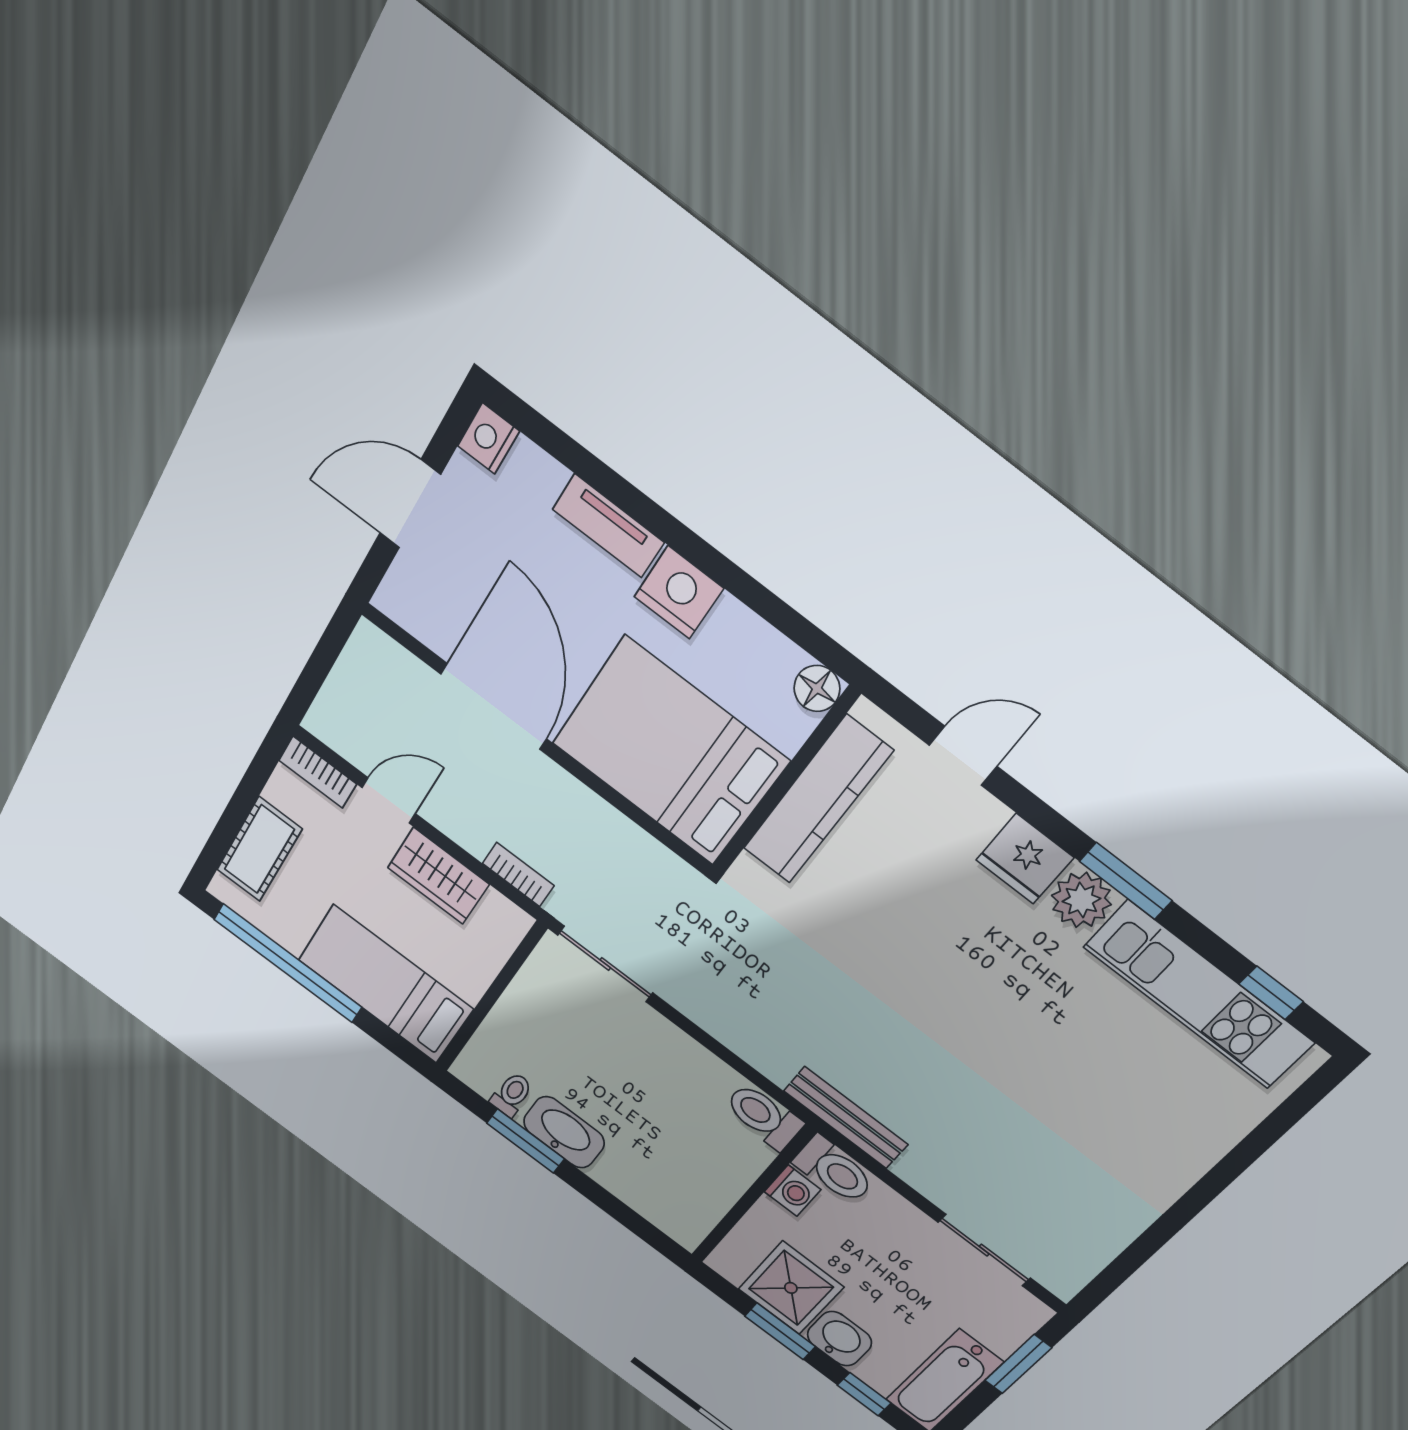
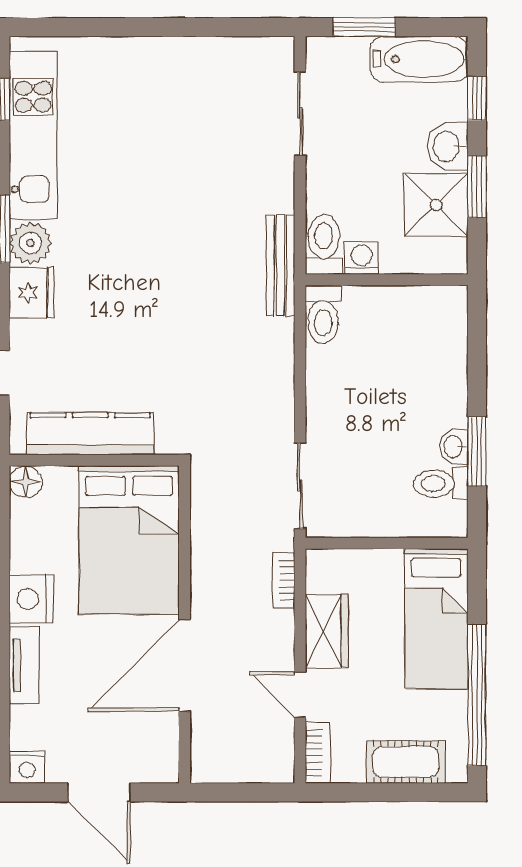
toilet: (512, 1094) -> (441, 484), width x1.37, depth x1.39
washbasin: (564, 1132) -> (454, 447), width x0.52, depth x0.69

